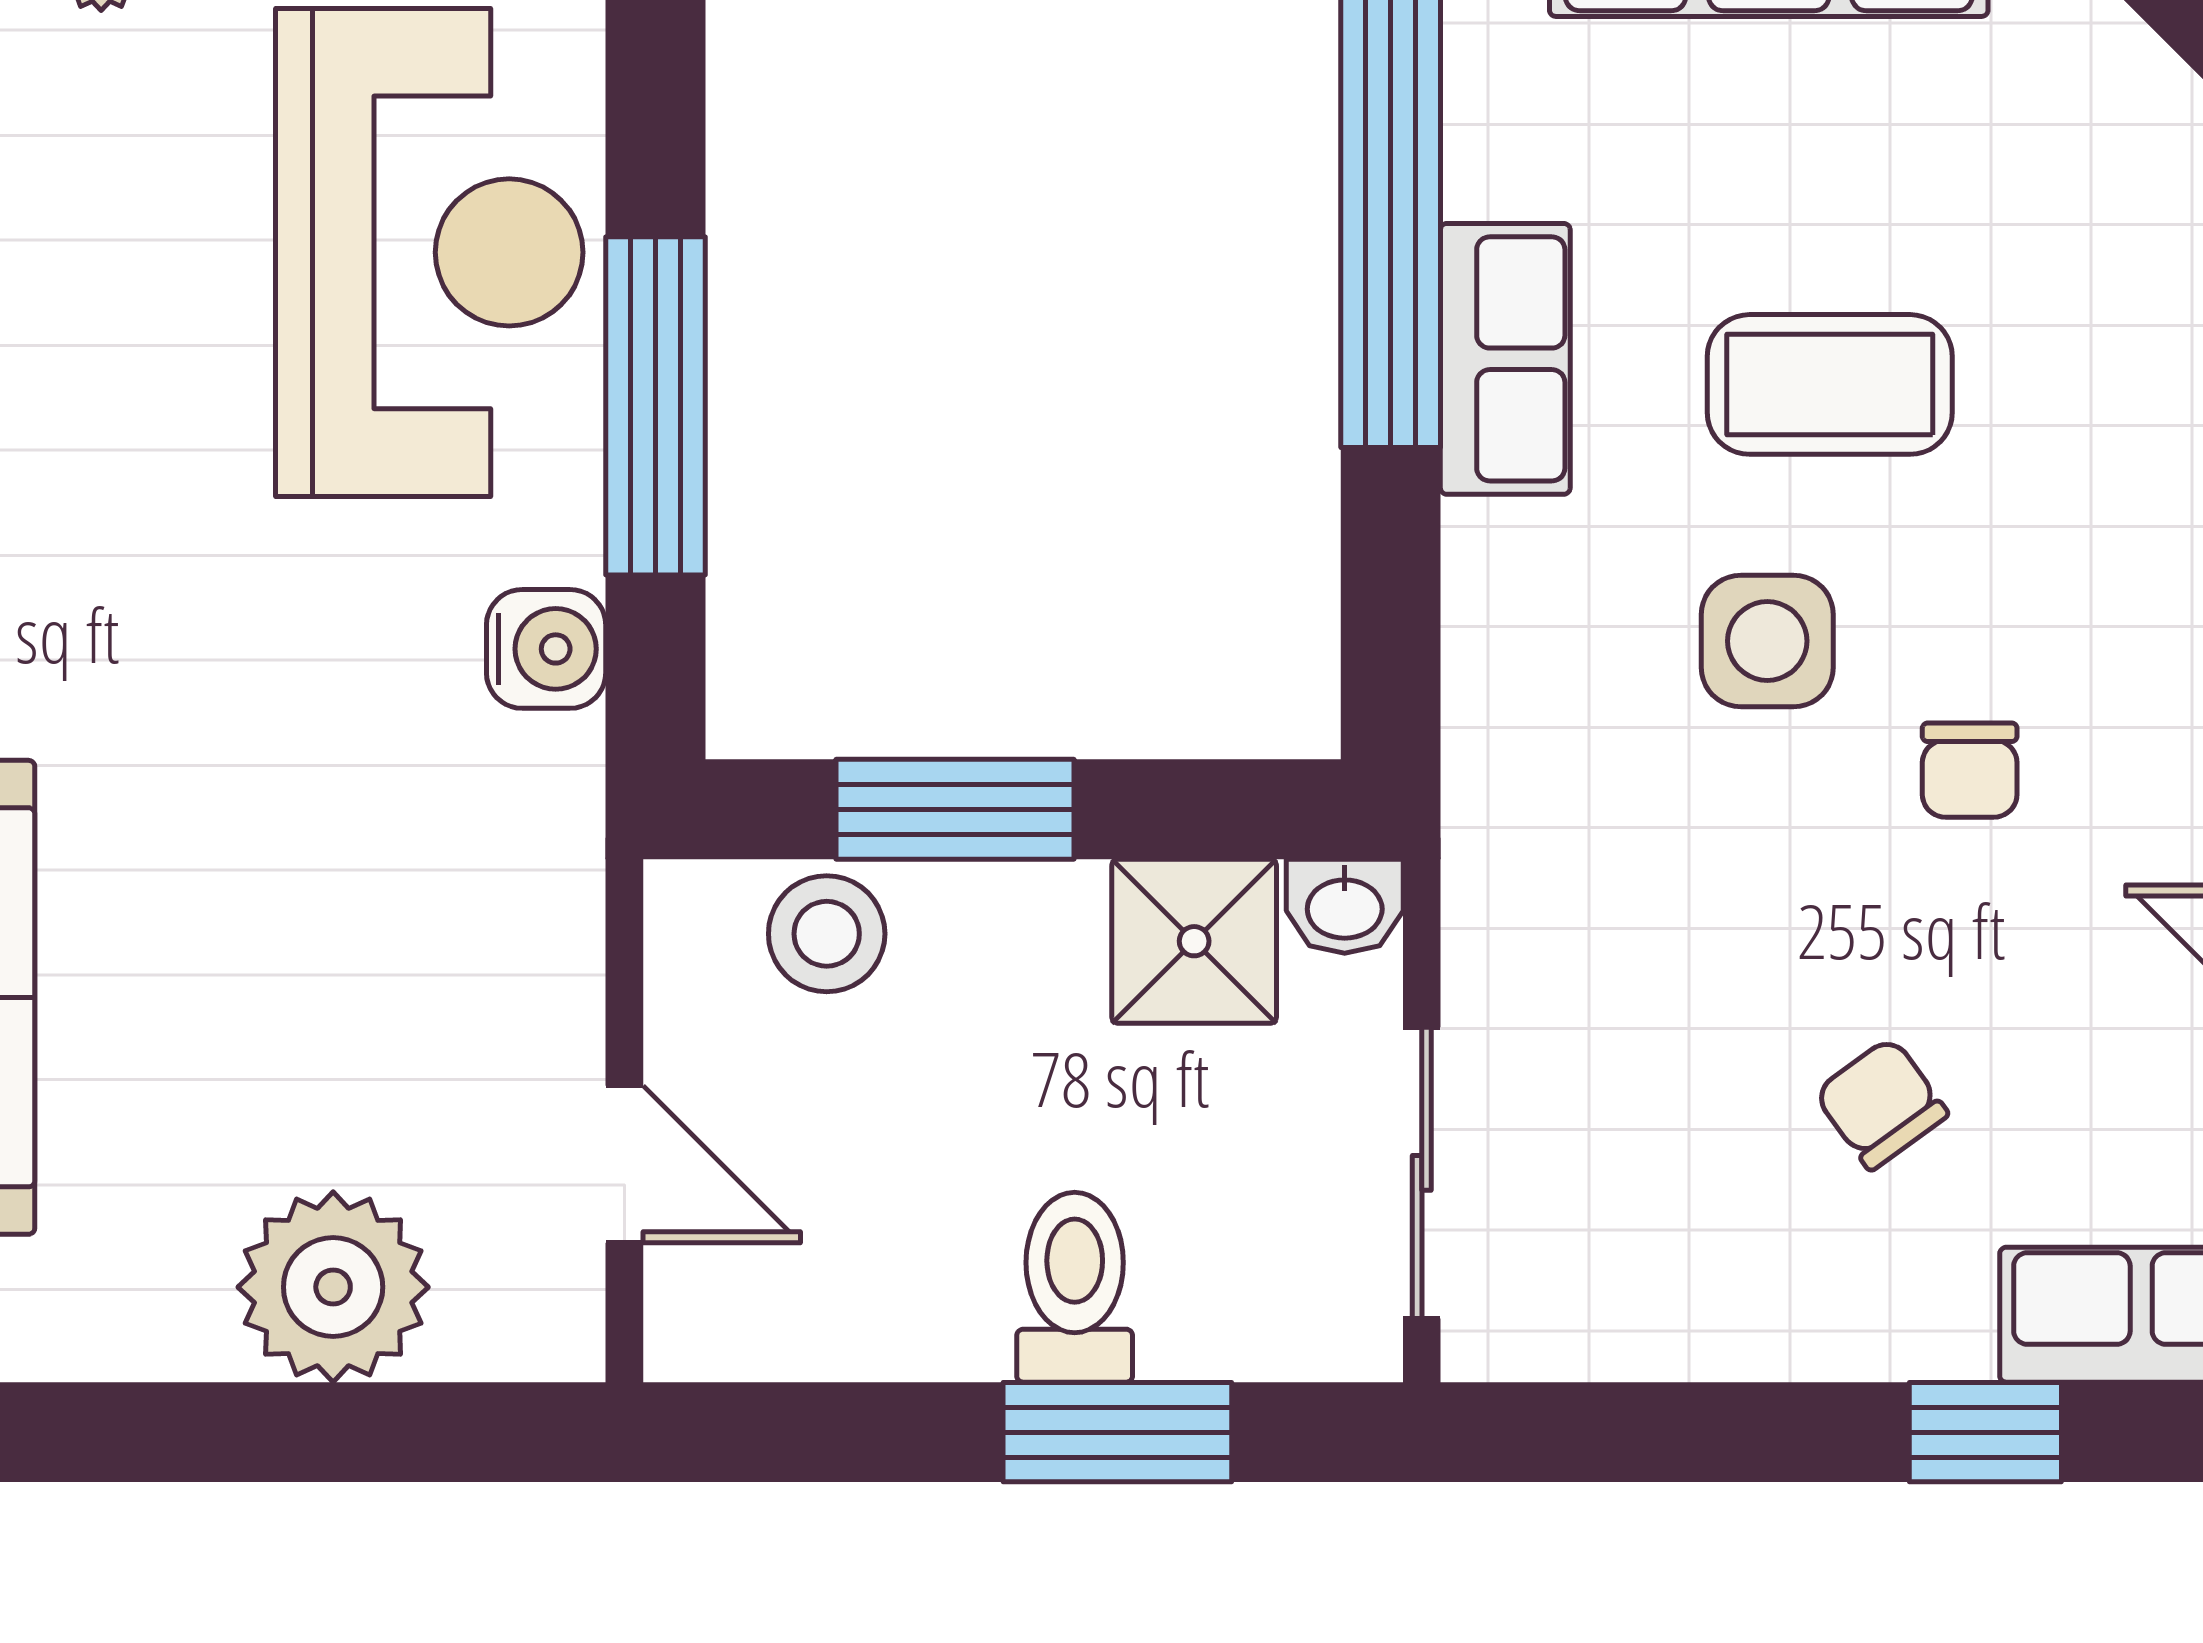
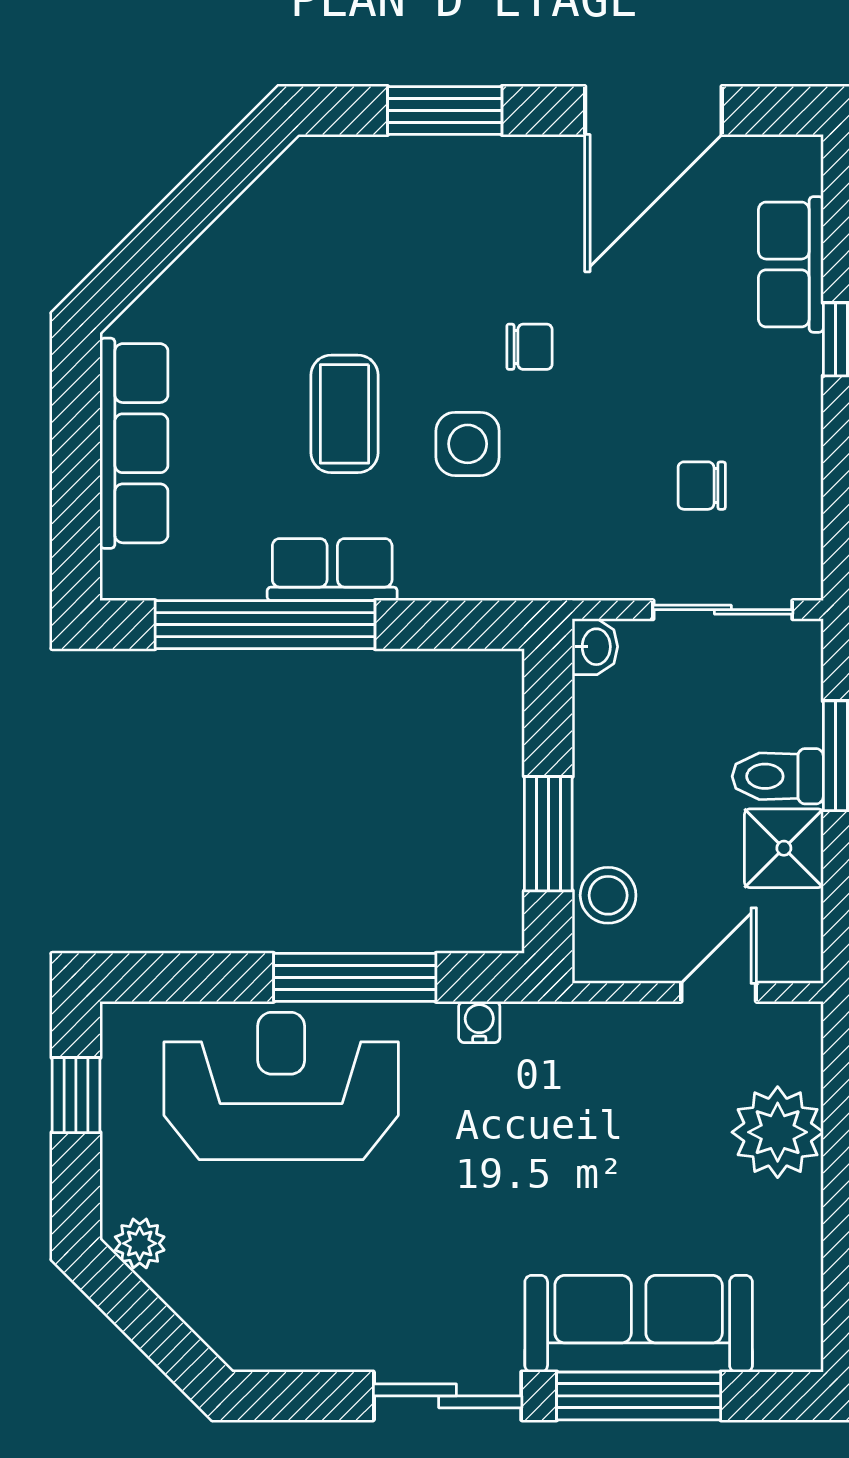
water cooler: (546, 649) -> (479, 1022), width x0.72, depth x0.72
shower: (1194, 941) -> (784, 848), moved
chair: (1881, 1104) -> (702, 486), moved, turned 36

